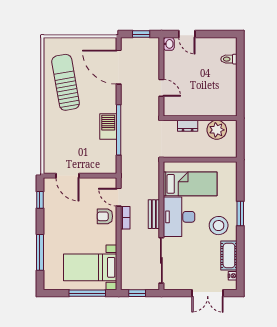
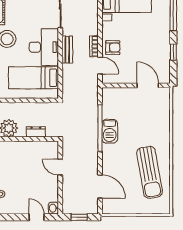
door: (119, 67) -> (100, 186), width x0.73
window: (40, 200) -> (173, 52), moved

